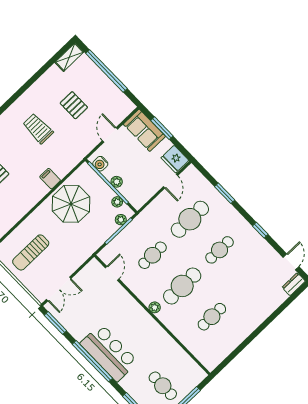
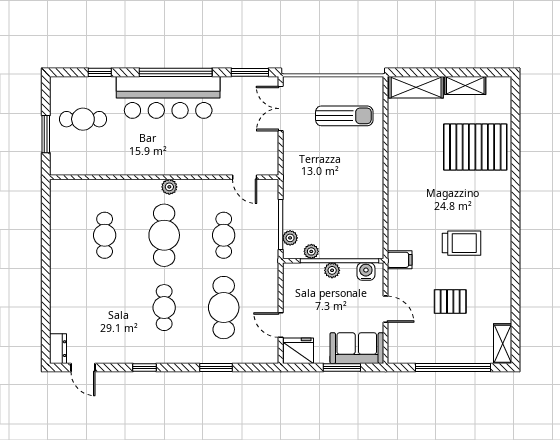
filing cabinet: (50, 179) -> (400, 260), moved
parasol: (71, 204) -> (354, 203), removed
sun lounger: (31, 252) -> (344, 116), turned 90
bar counter: (109, 353) -> (168, 97), width x1.36

